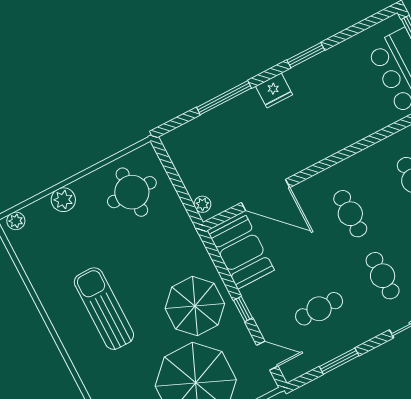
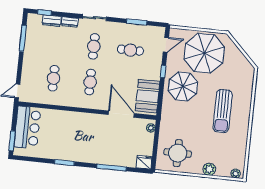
fridge: (274, 90) -> (144, 162), moved
door: (267, 356) -> (166, 45), swing flipped

